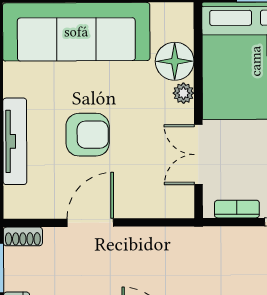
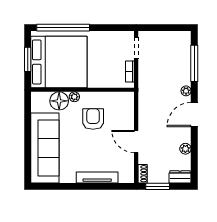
armchair: (88, 135) -> (93, 119), moved
double door: (198, 155) -> (104, 90), removed

